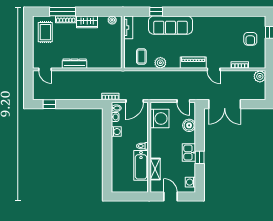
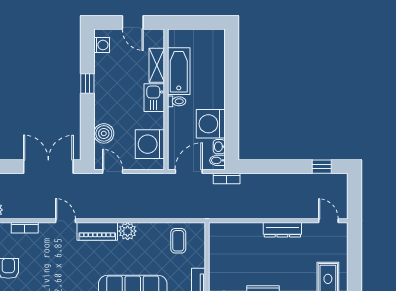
plant: (160, 63) -> (128, 231), moved
washing machine: (116, 132) -> (211, 124), width x1.89, depth x1.89
kitchen sink: (189, 152) -> (154, 98), moved, turned 180

